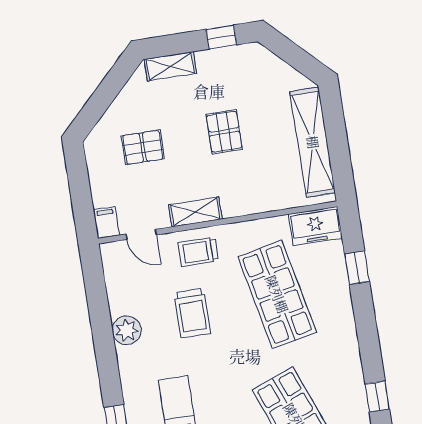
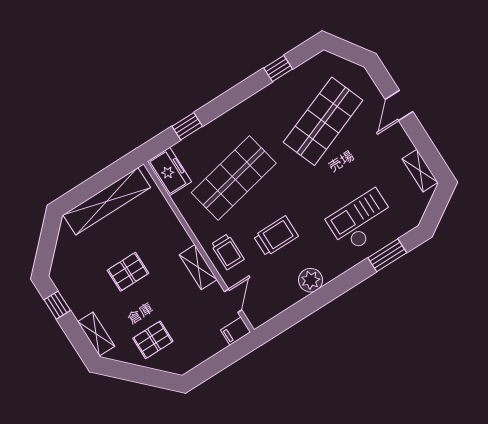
pallet: (143, 147) -> (153, 340), moved, turned 90

